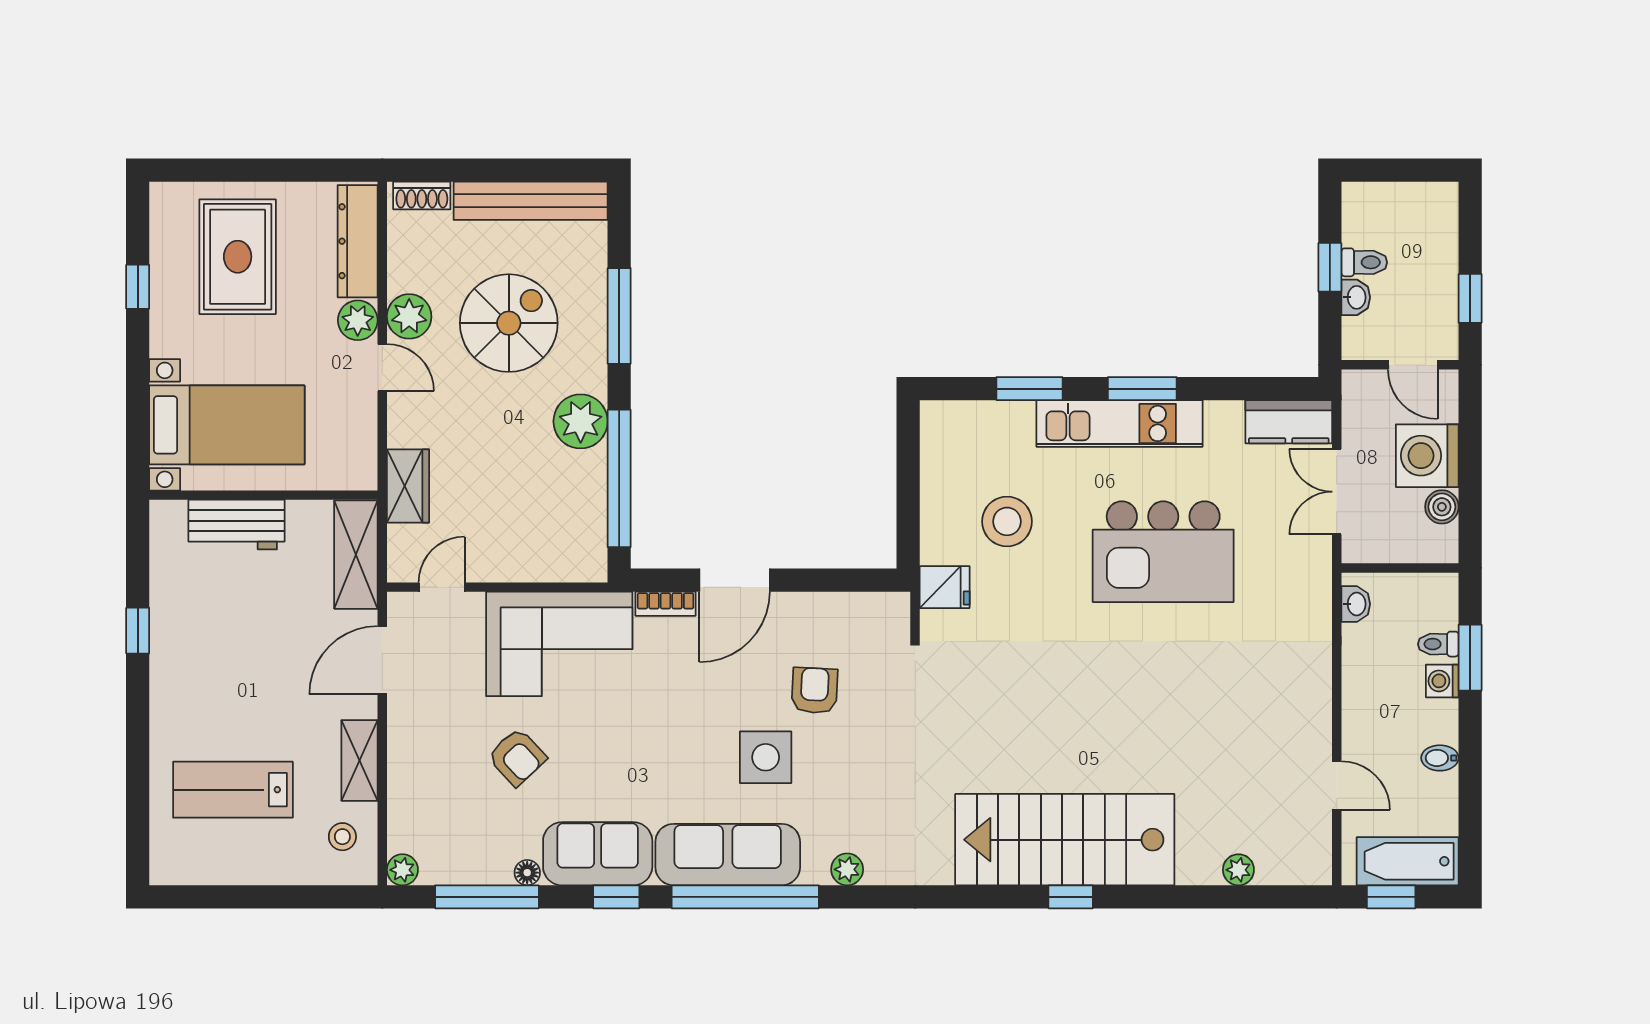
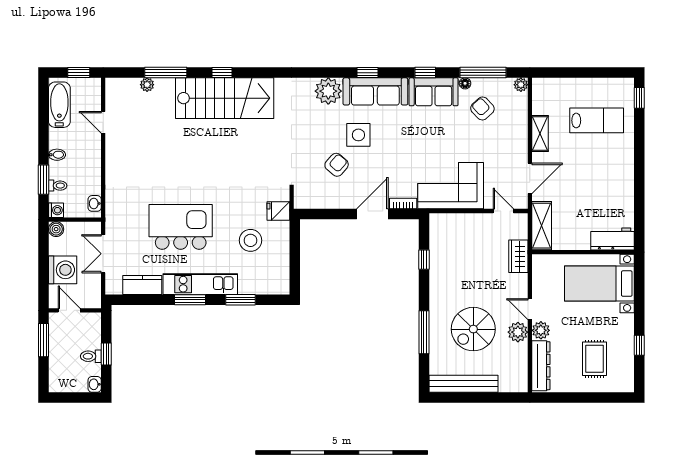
shoe rack: (422, 195) -> (512, 386), removed
rug: (238, 257) -> (595, 359), width x0.73, depth x0.70
washbasin: (1356, 297) -> (95, 384), moved
window: (1470, 298) -> (43, 340), width x1.50
plant: (581, 421) -> (441, 285), removed
kitchen counter: (1289, 422) -> (142, 285), moved
window: (619, 478) -> (424, 260), width x0.32
double door: (1337, 492) -> (103, 254), swing flipped
boiler: (1442, 507) -> (56, 229), moved
workbench: (236, 525) -> (613, 239), moved
door: (442, 587) -> (503, 211), swing flipped
window: (138, 631) -> (639, 98), moved
washing machine: (1442, 681) -> (56, 210), moved
armchair: (815, 691) -> (337, 165), turned -142
armchair: (517, 757) -> (482, 108), moved
bidet: (1440, 758) -> (57, 155), moved
stool: (342, 837) -> (548, 99), removed
bathtub: (1408, 861) -> (59, 105), moved, turned -90
plant: (847, 869) -> (328, 91), width x1.88, depth x1.88
window: (745, 897) -> (368, 73), width x0.32
window: (1197, 897) -> (166, 73), added

